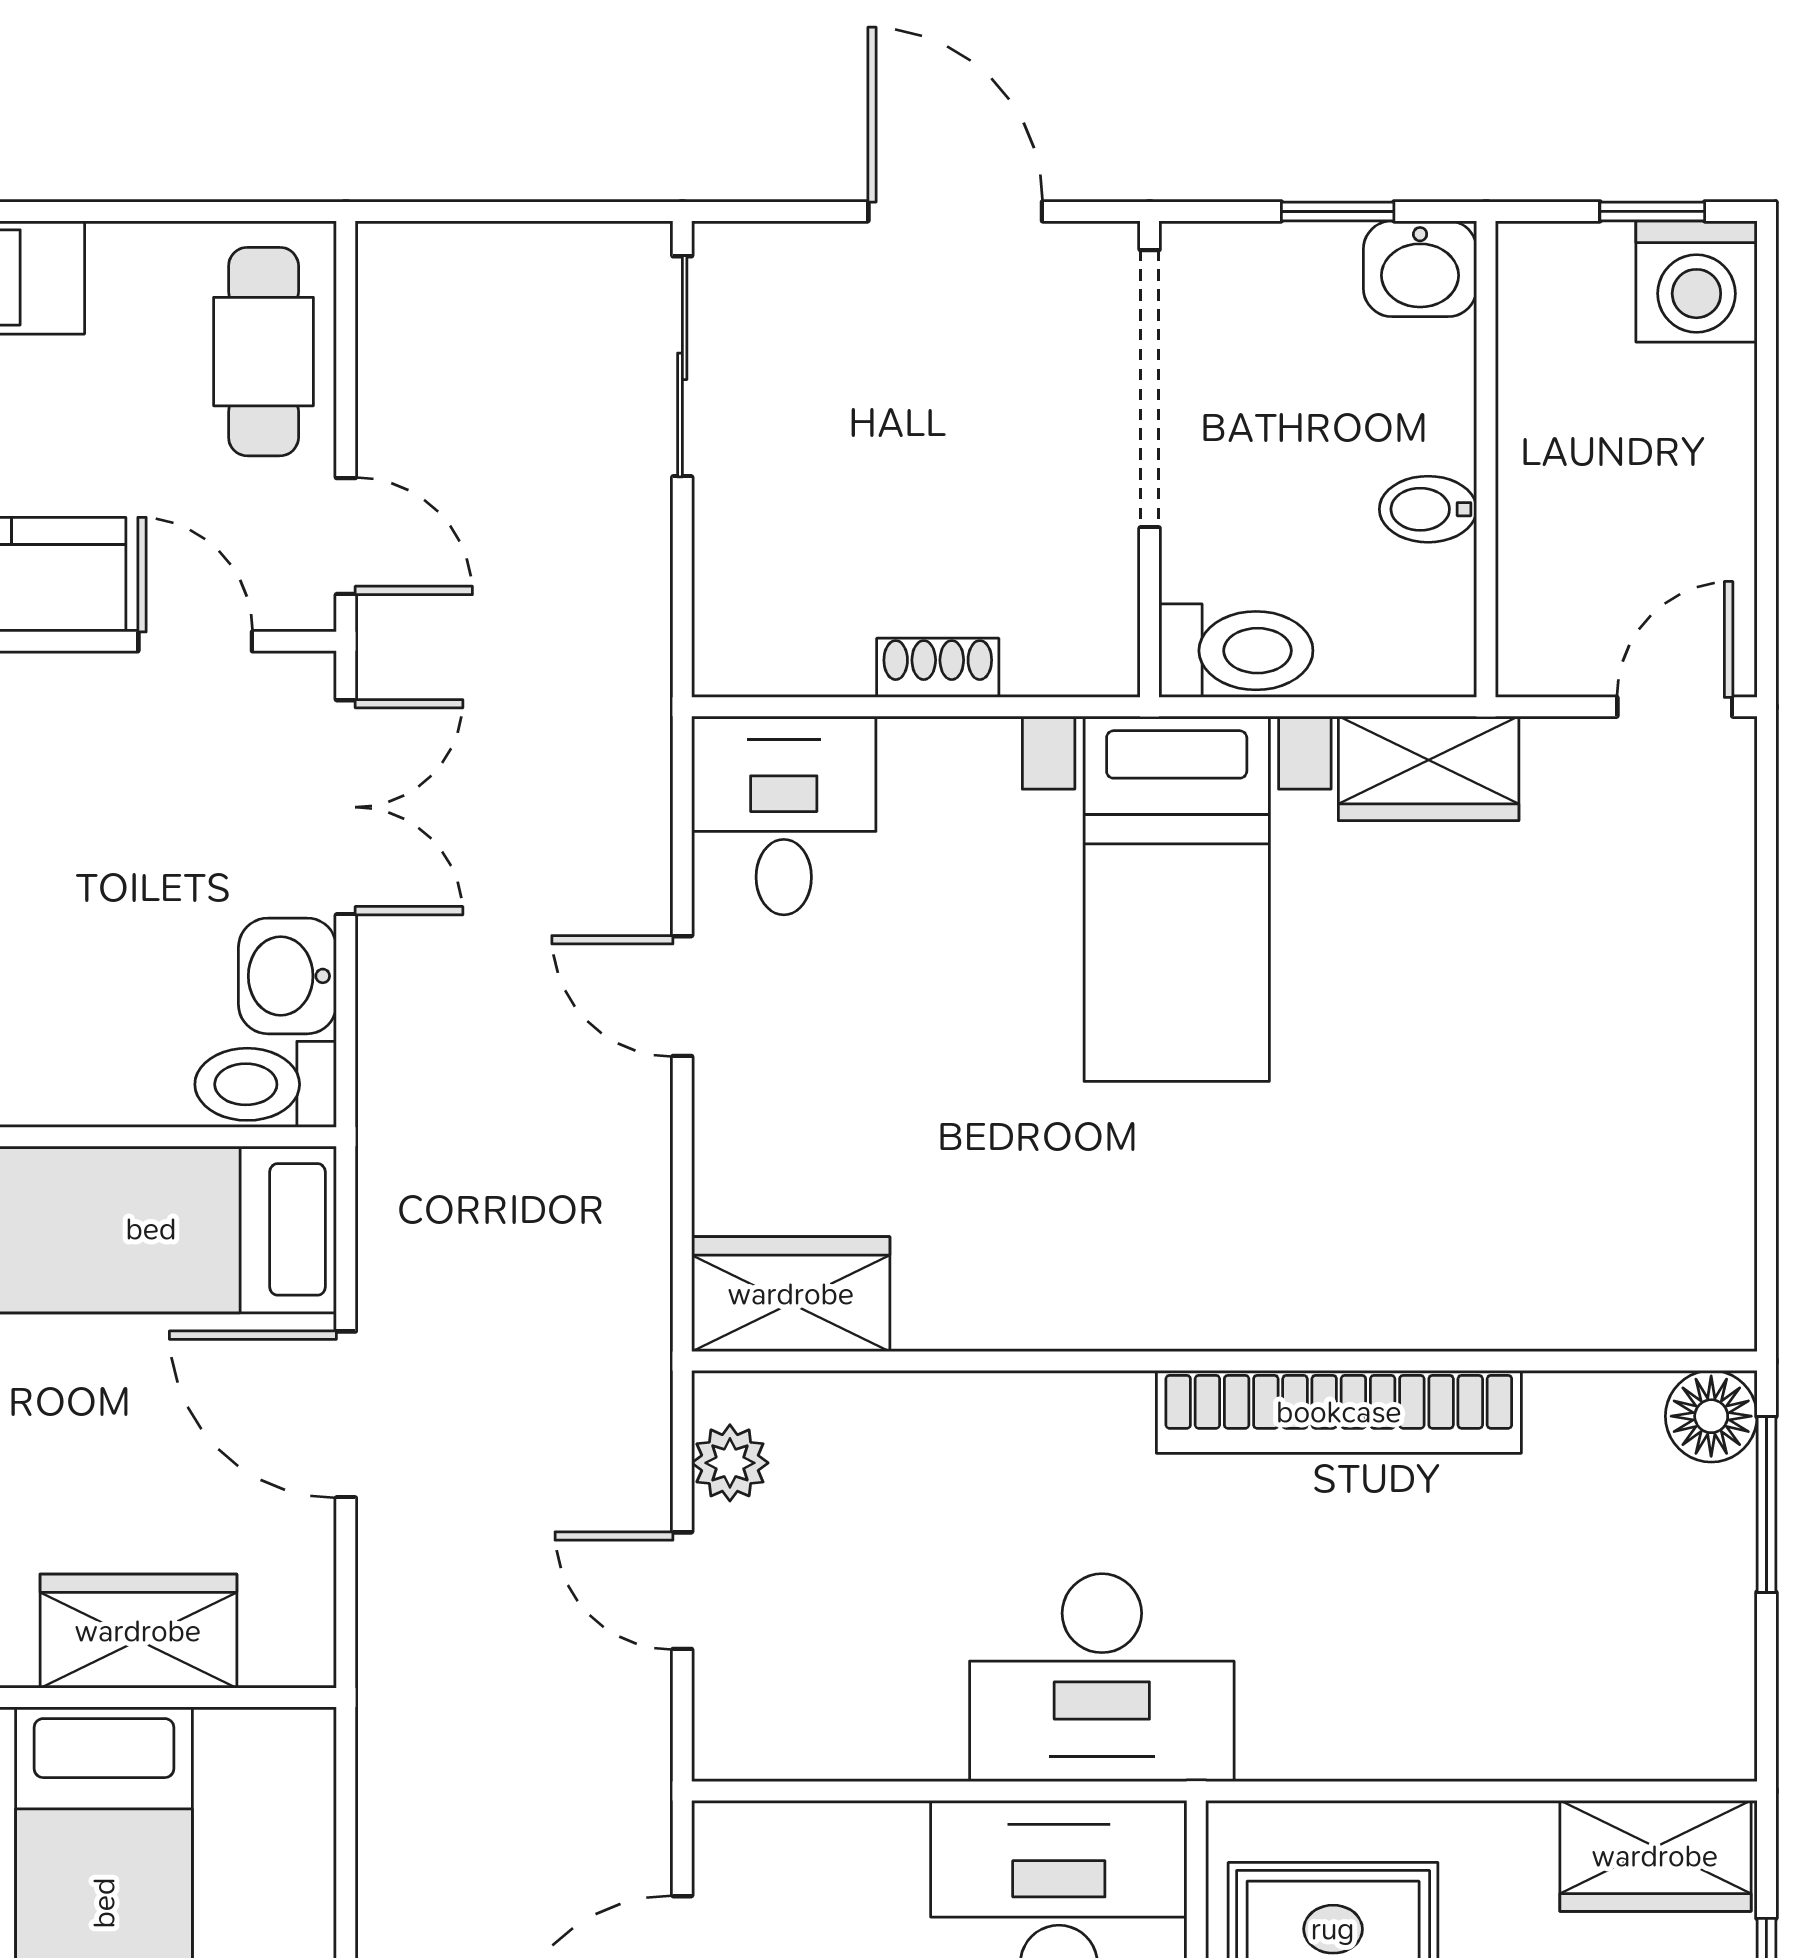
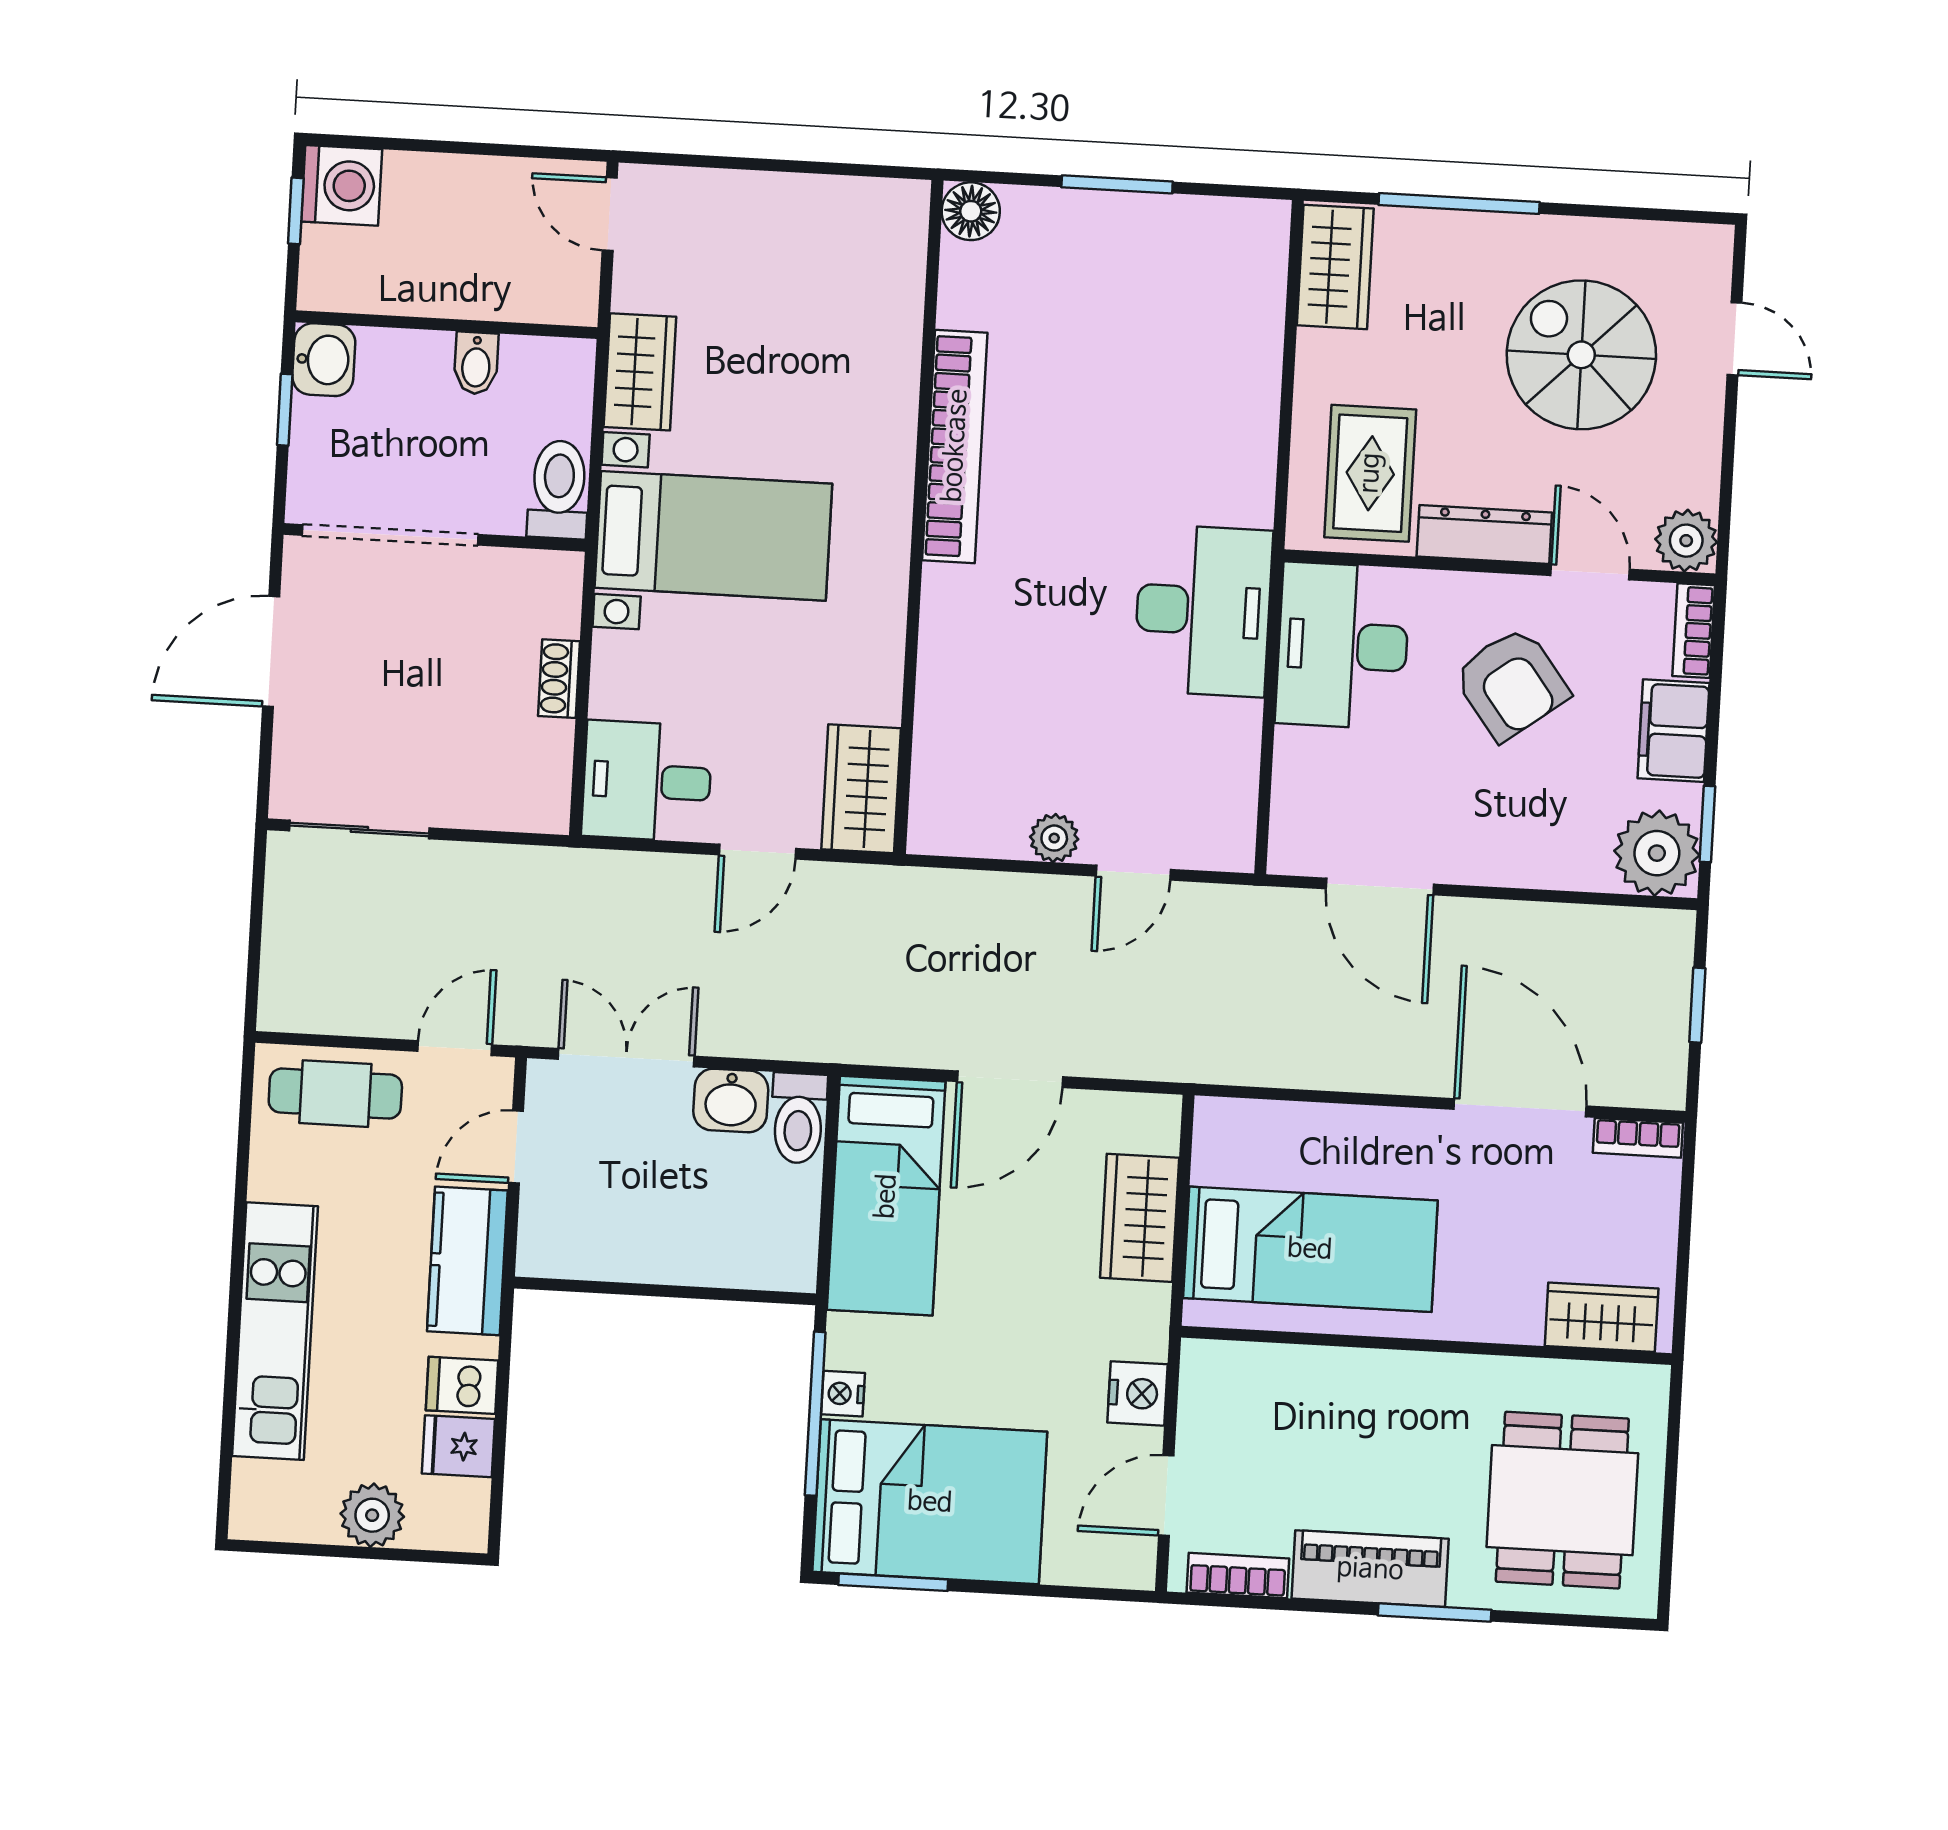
wardrobe: (791, 1294) -> (861, 789), moved
wall: (1224, 1361) -> (919, 517), moved
bookcase: (1339, 1412) -> (955, 446), moved
floor lamp: (1711, 1416) -> (971, 211), moved

